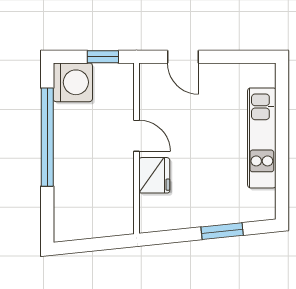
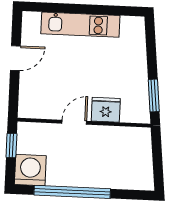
door: (183, 57) -> (15, 58), moved
window: (222, 231) -> (154, 96), moved

